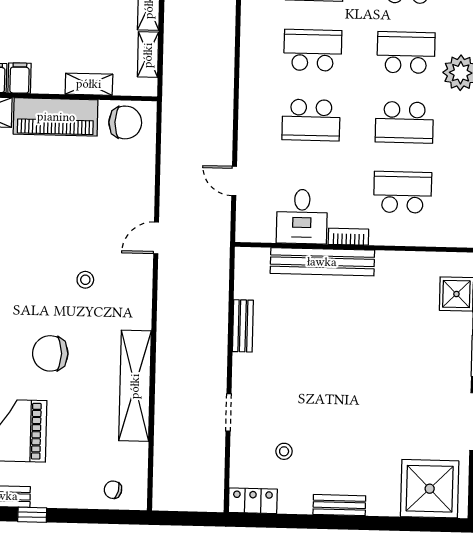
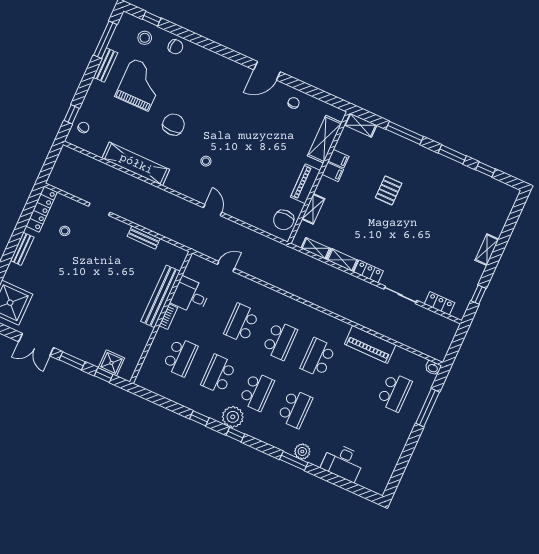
piano: (56, 117) -> (305, 184), width x0.73, depth x0.75
locker: (253, 501) -> (42, 209), width x1.53
window: (32, 515) -> (72, 114), moved

